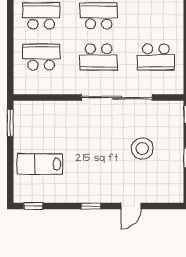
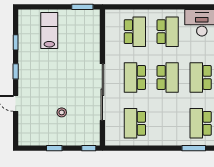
stool: (142, 149) -> (62, 112), width x0.53, depth x0.53
window: (33, 206) -> (16, 42), moved

